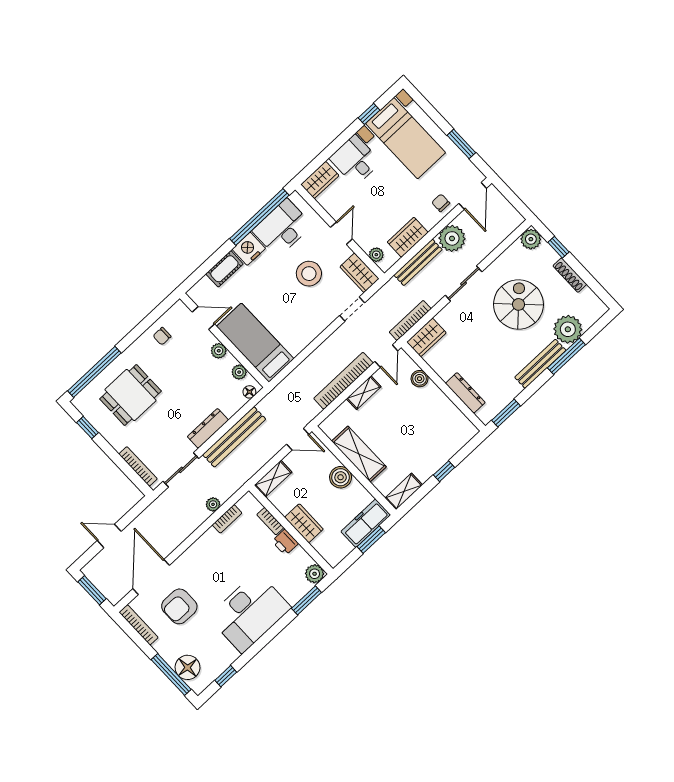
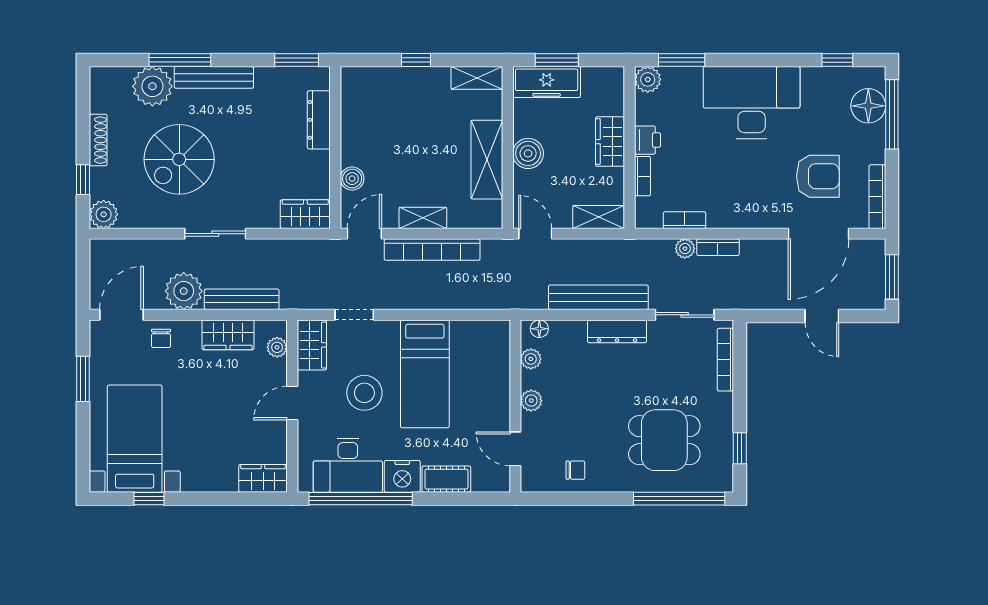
desk: (355, 160) -> (208, 465), removed
bookcase: (410, 320) -> (718, 247), moved, width x0.64
bed: (255, 343) -> (425, 374), moved

